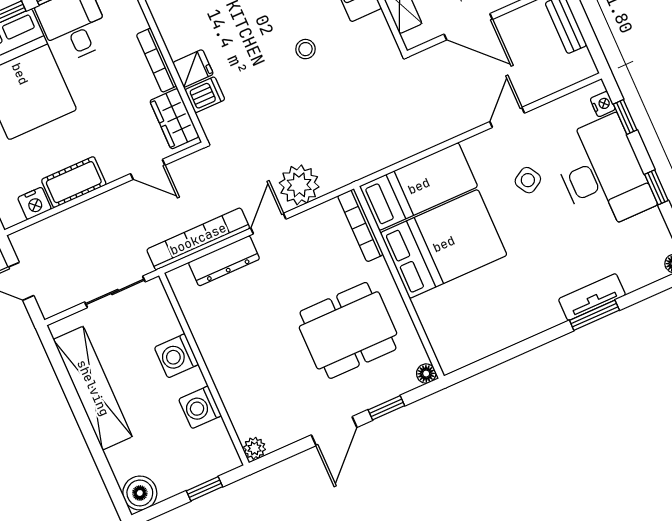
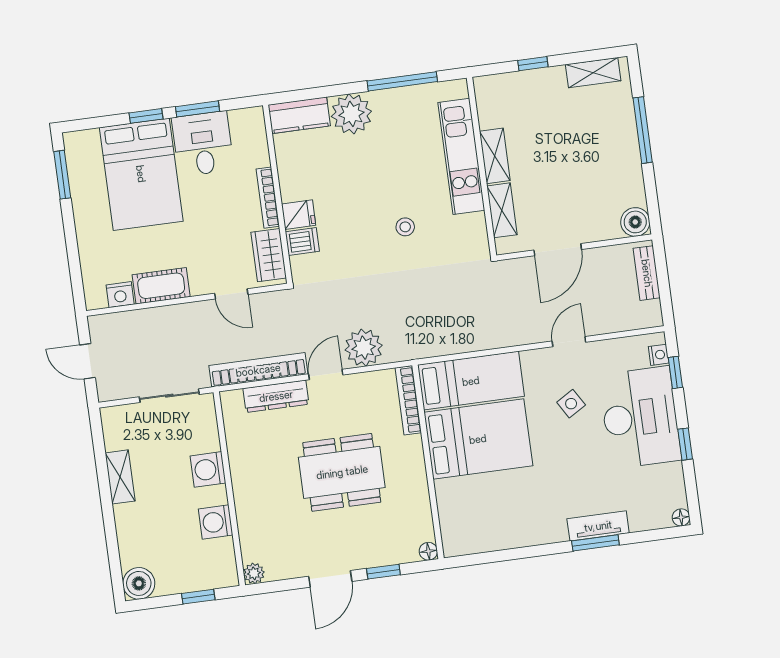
door: (468, 27) -> (558, 250), hinge flipped
dining table: (348, 330) -> (342, 472), moved
shelving: (93, 388) -> (120, 477), width x0.45, depth x0.75

